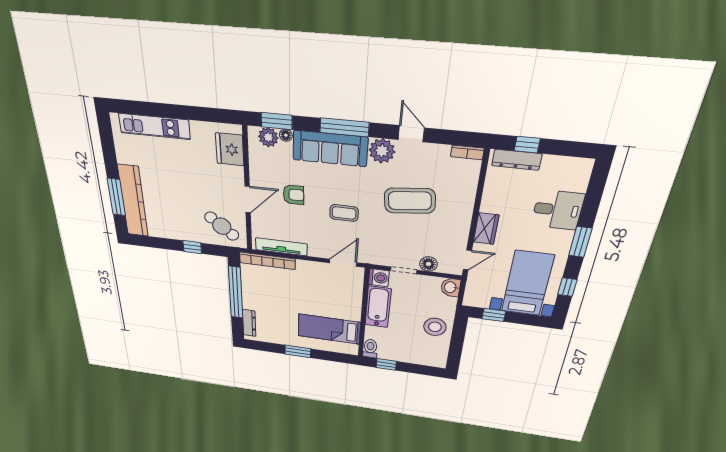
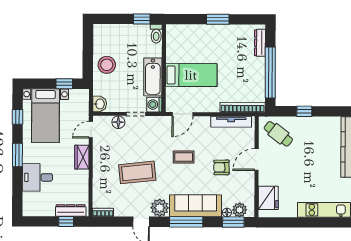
bed: (329, 329) -> (191, 75), moved

